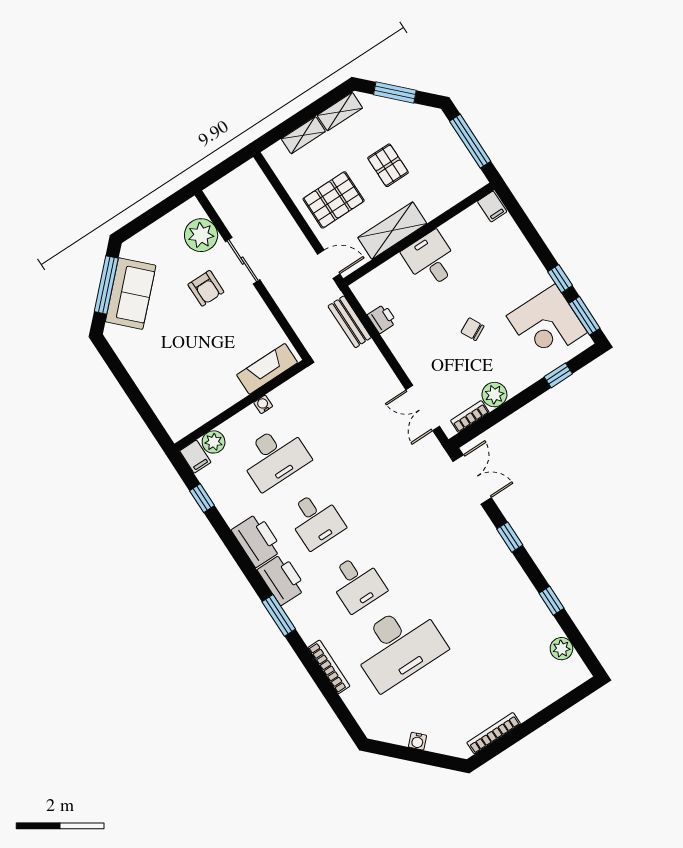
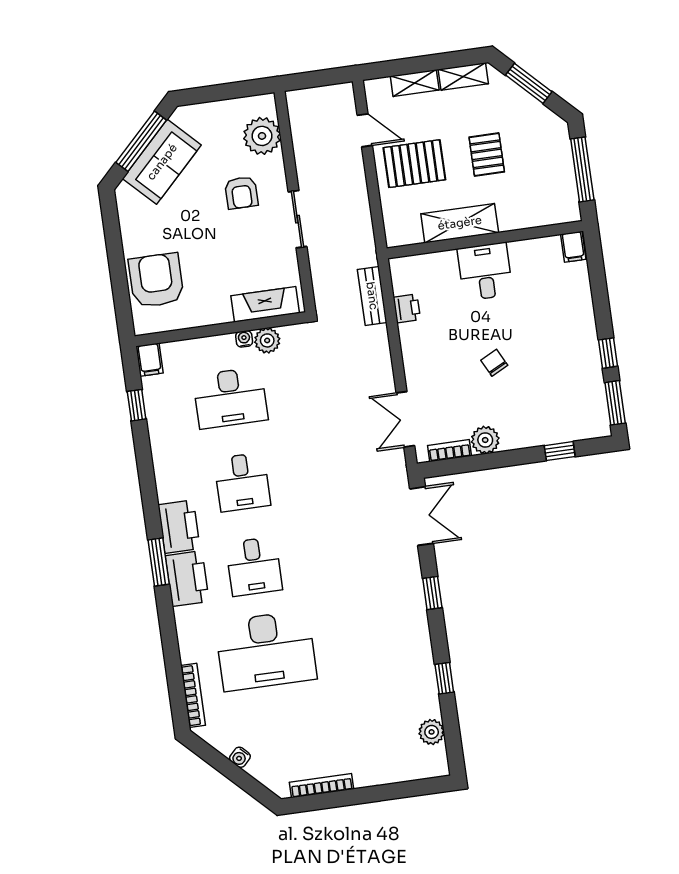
sliding door: (243, 261) -> (297, 219), moved
door: (329, 264) -> (365, 130), moved
corner desk: (547, 324) -> (573, 393), removed
armchair: (171, 391) -> (156, 280), added
plant: (214, 442) -> (267, 340), moved
printer: (257, 540) -> (187, 579), moved
bookcase: (329, 667) -> (193, 695), moved

